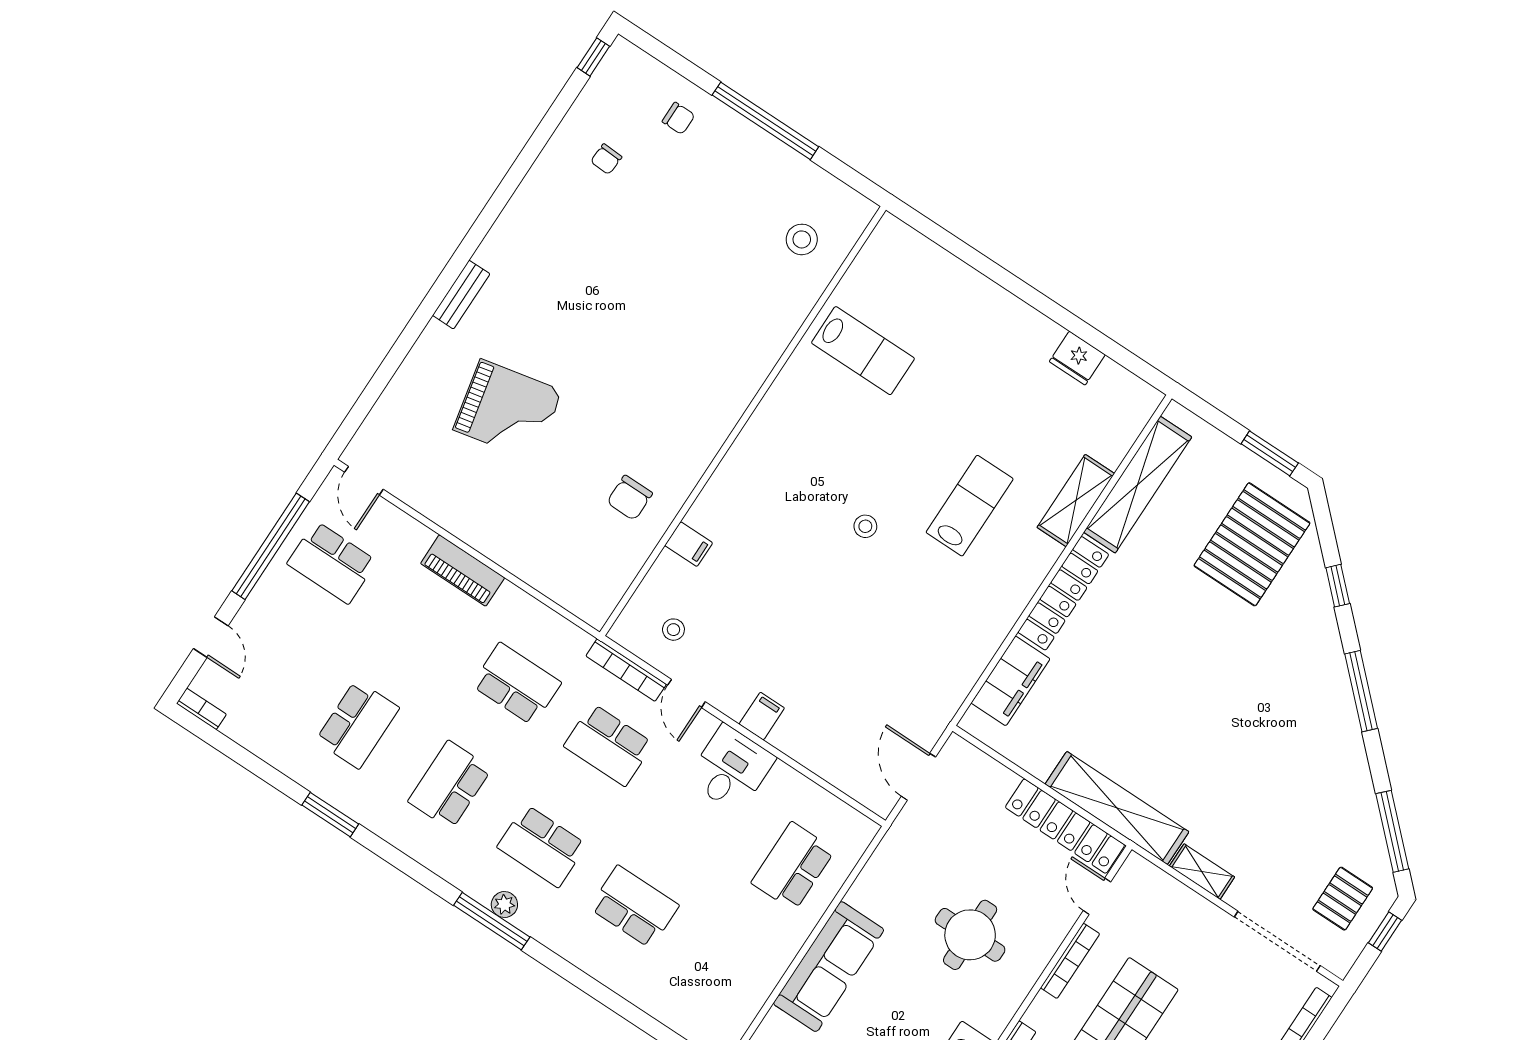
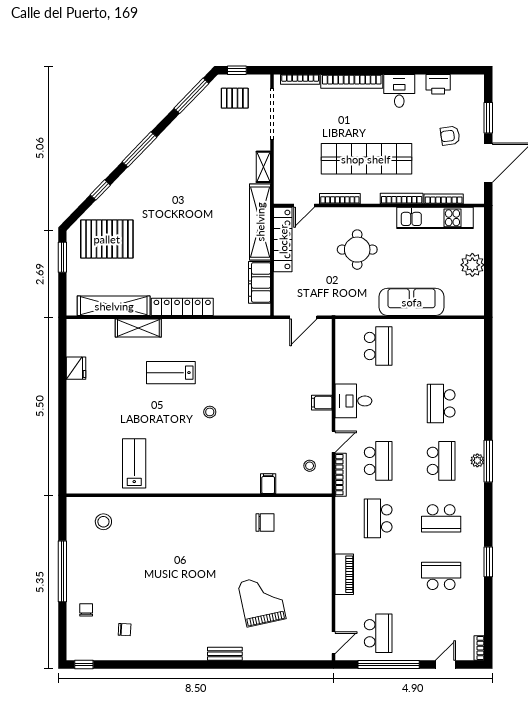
filing cabinet: (1010, 681) -> (260, 282), moved, turned -90
school desk: (793, 866) -> (378, 346), turned -90

